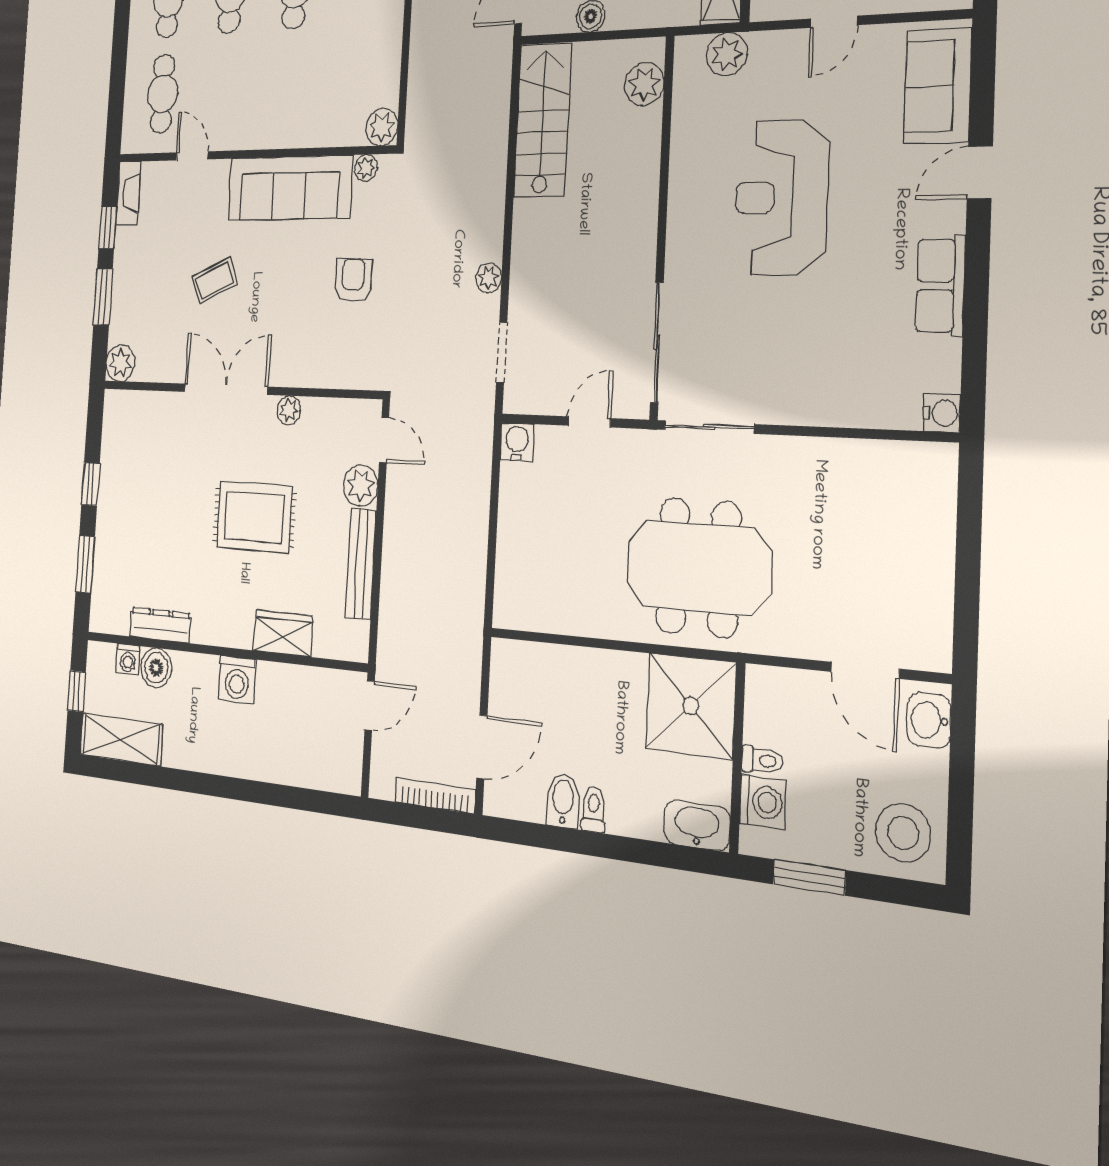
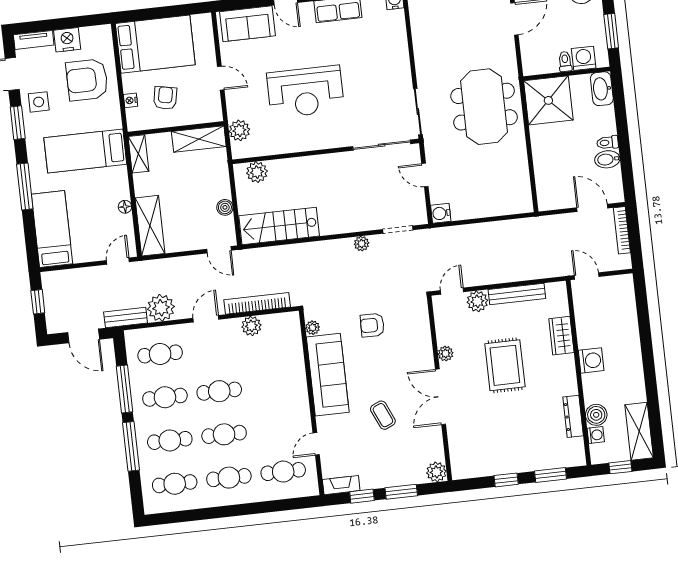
bookcase: (420, 67) -> (257, 303), added
plant: (382, 127) -> (251, 326), moved

